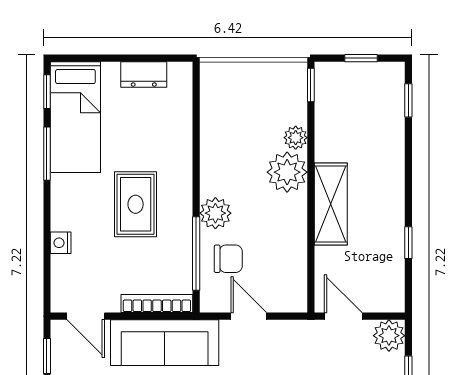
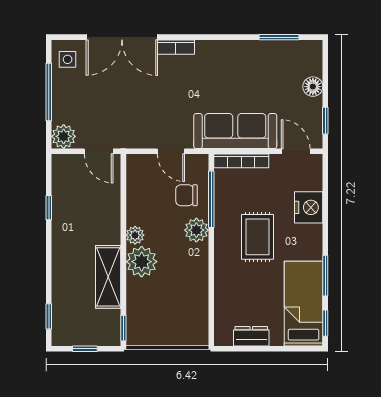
plant: (296, 138) -> (135, 235), moved
shelving: (331, 204) -> (108, 277), moved
nightstand: (61, 243) -> (309, 207), width x1.89, depth x1.79

